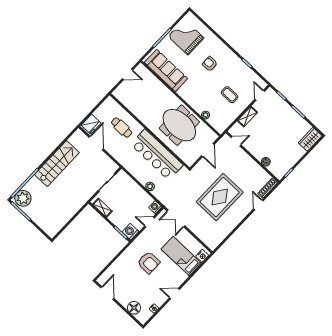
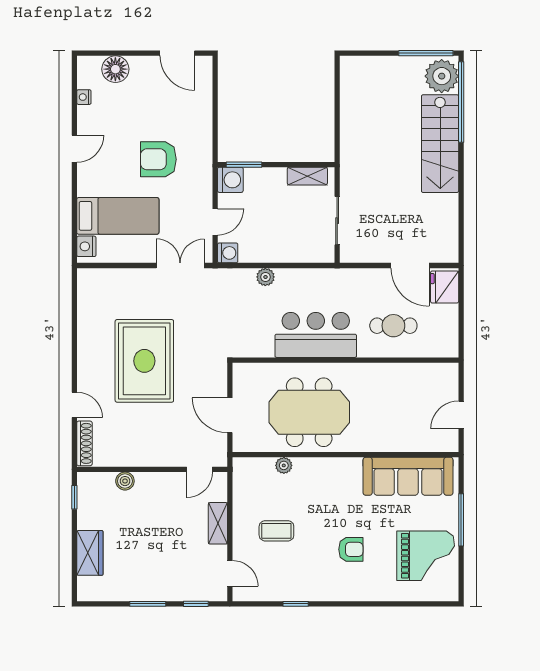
wardrobe: (310, 139) -> (90, 553), moved
bar counter: (157, 155) -> (316, 335), width x0.73
stairs: (57, 164) -> (440, 144), moved

